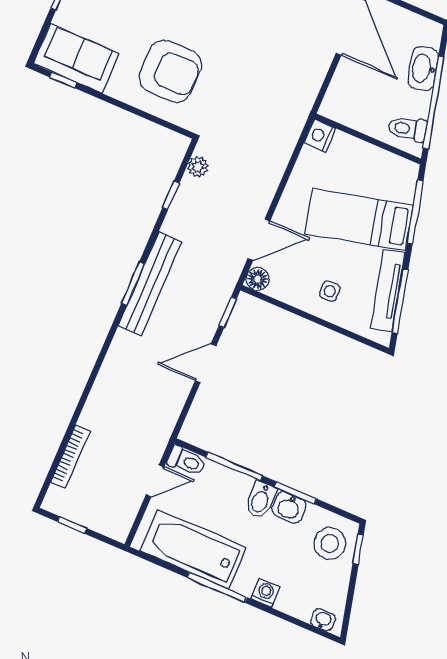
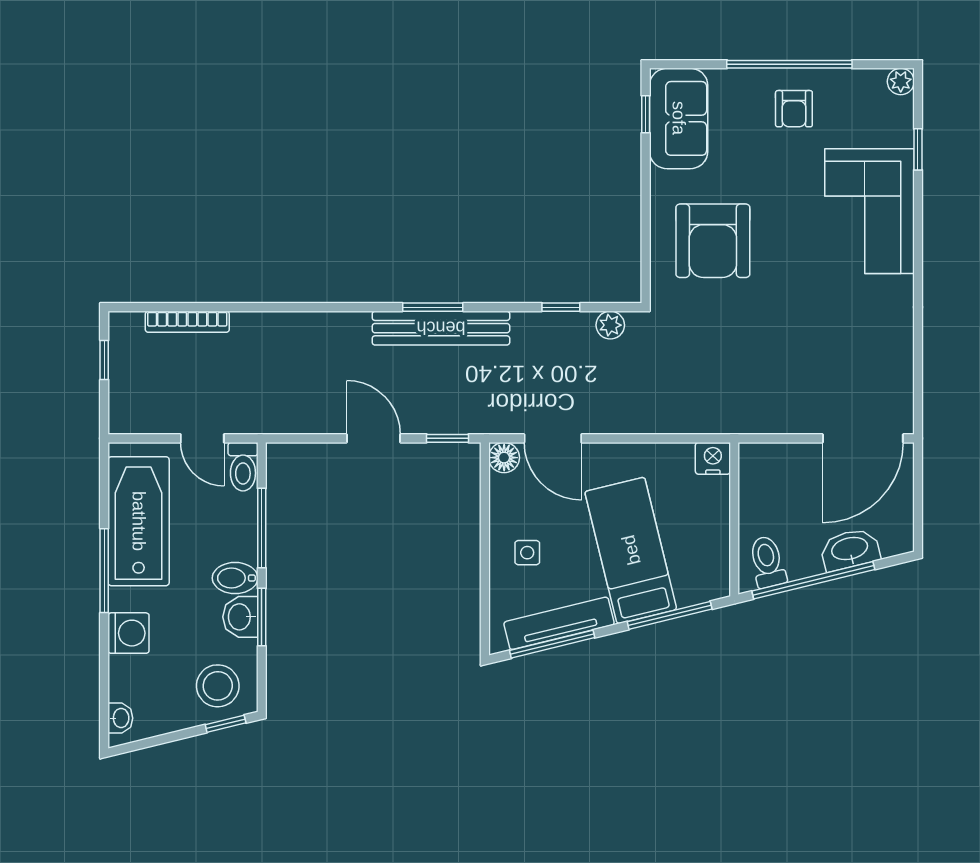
washing machine: (265, 593) -> (129, 633), width x1.38, depth x1.38

